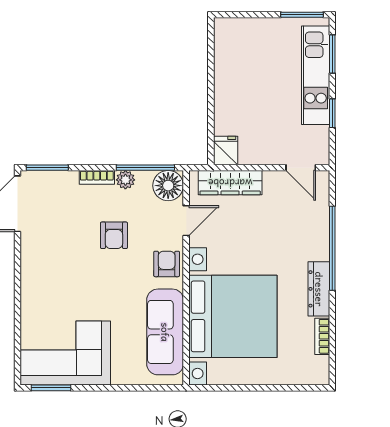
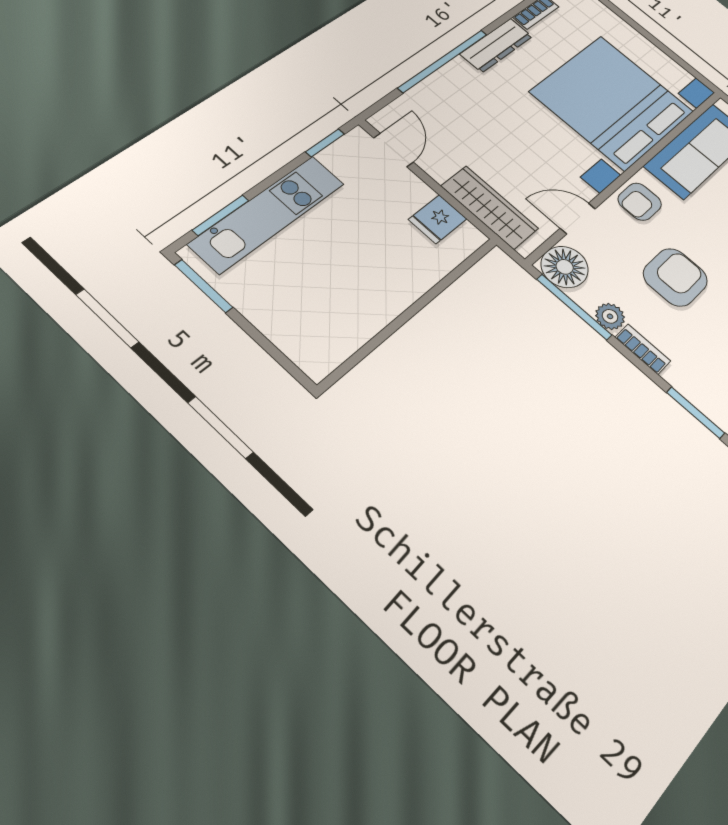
window: (332, 113) -> (325, 143), moved
fridge: (226, 151) -> (438, 219), moved
armchair: (114, 235) -> (675, 277), width x1.38, depth x1.38

